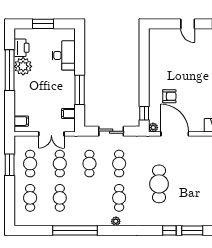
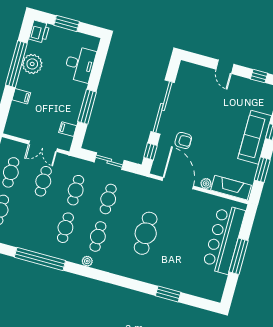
printer: (21, 48) -> (39, 32), moved
sliding door: (144, 73) -> (163, 107), added
filing cabinet: (21, 121) -> (21, 96), moved
plant: (153, 128) -> (206, 183), moved
cafe table: (60, 198) -> (65, 228), moved
window: (169, 230) -> (143, 287), removed

